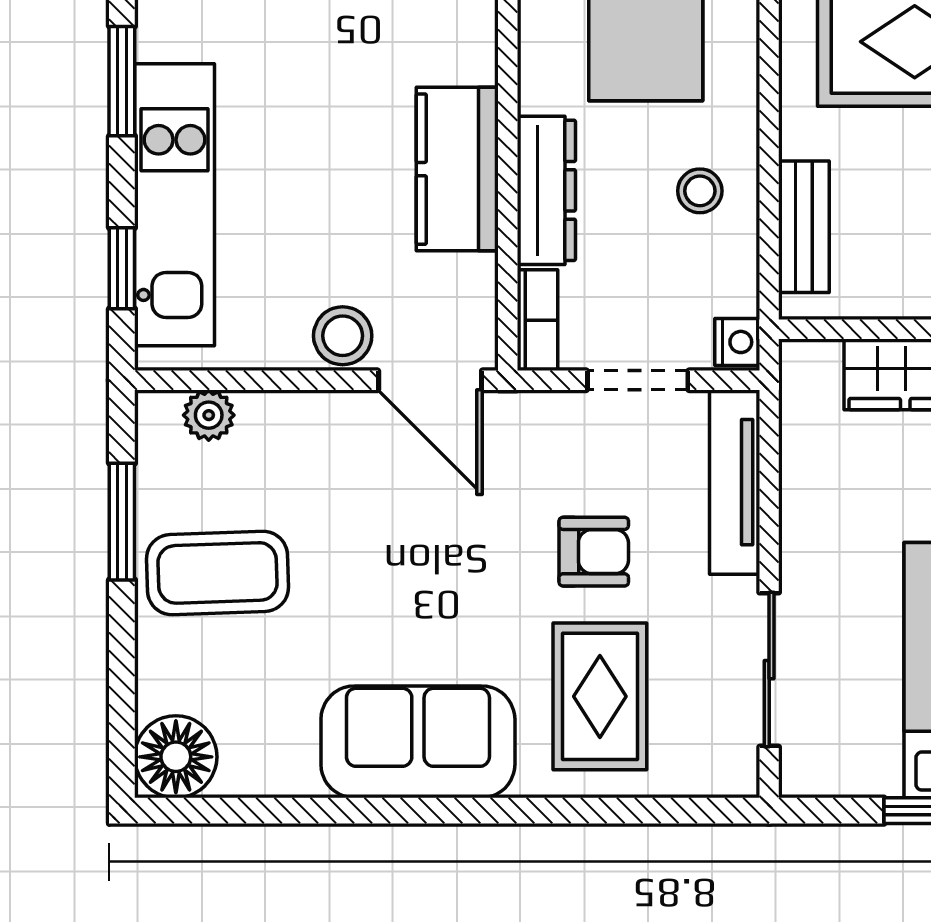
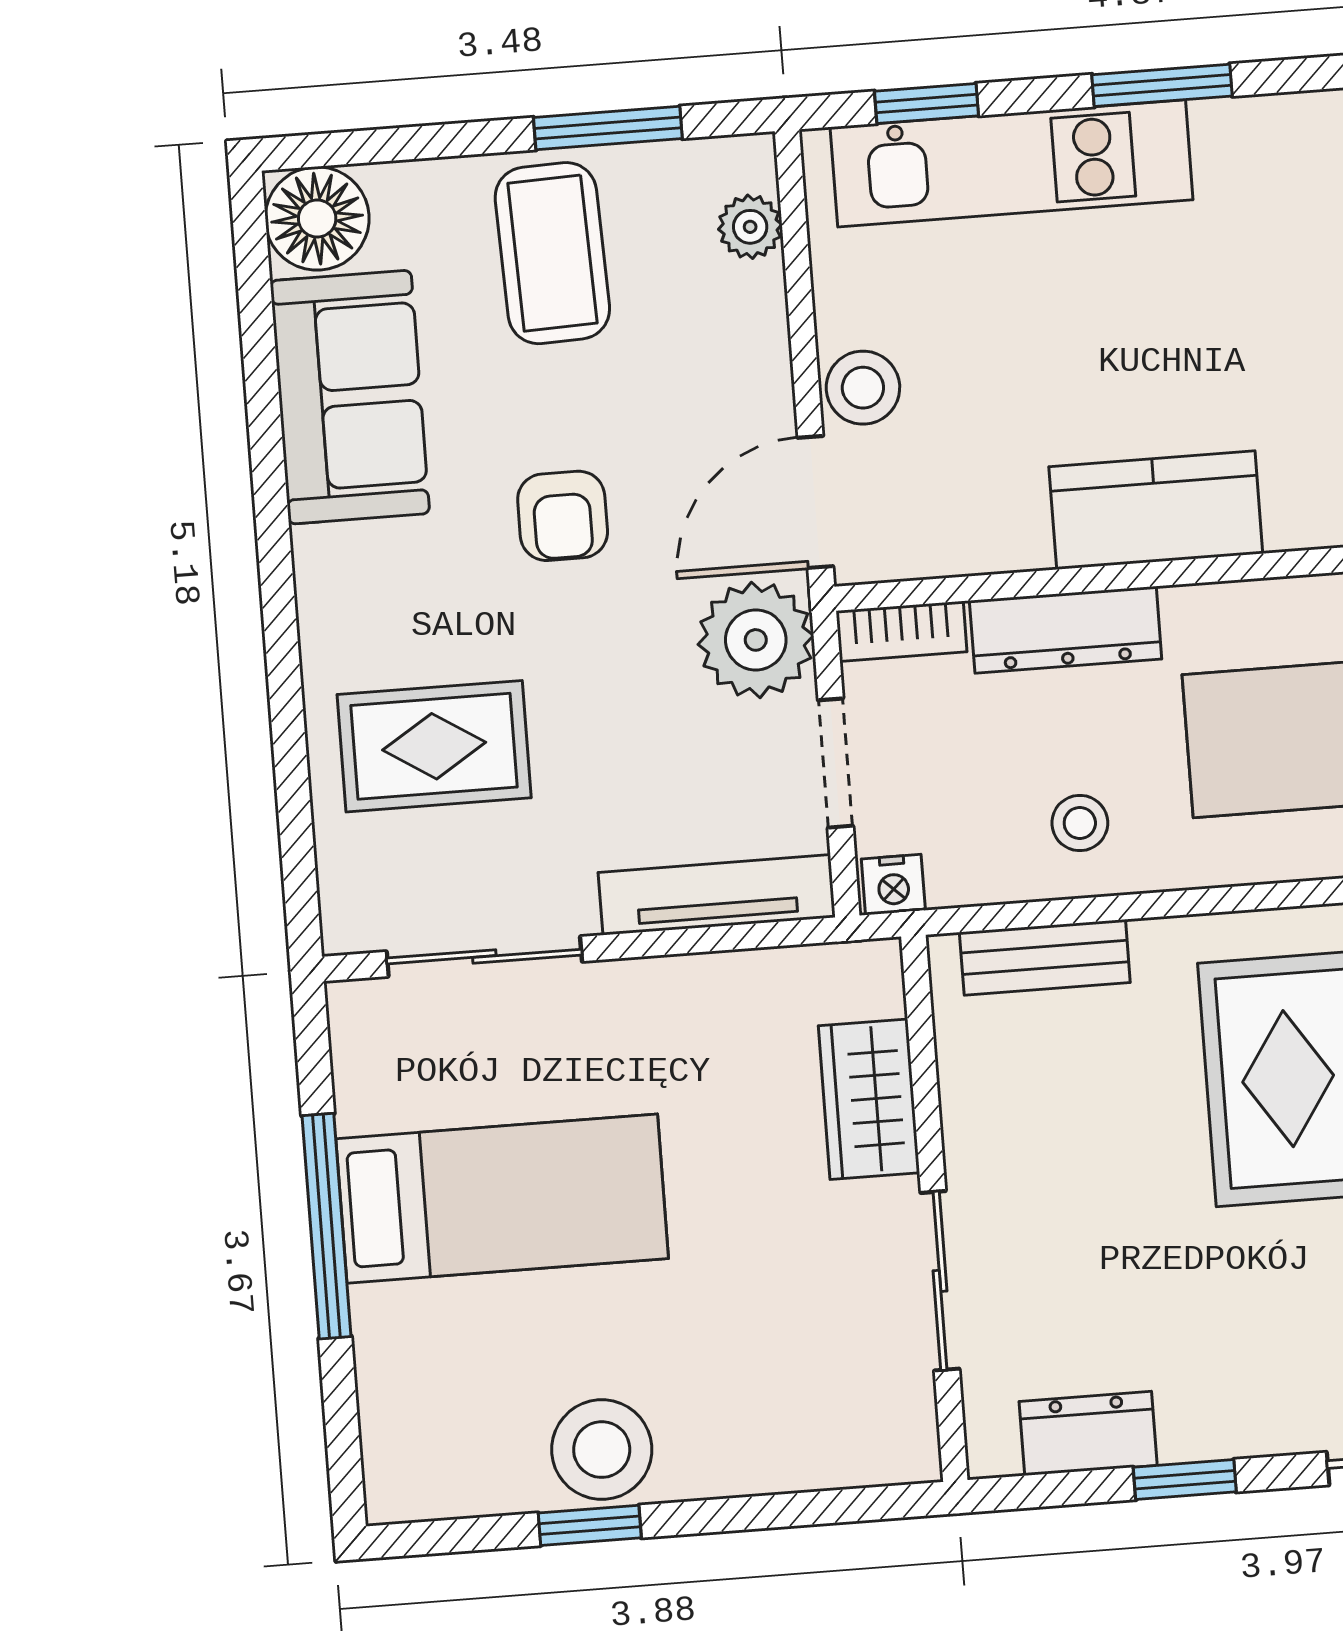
kitchen counter: (457, 169) -> (1156, 510), moved
plant: (535, 436) -> (756, 640), added
armchair: (594, 552) -> (563, 516), moved
sofa: (418, 742) -> (350, 397), moved

